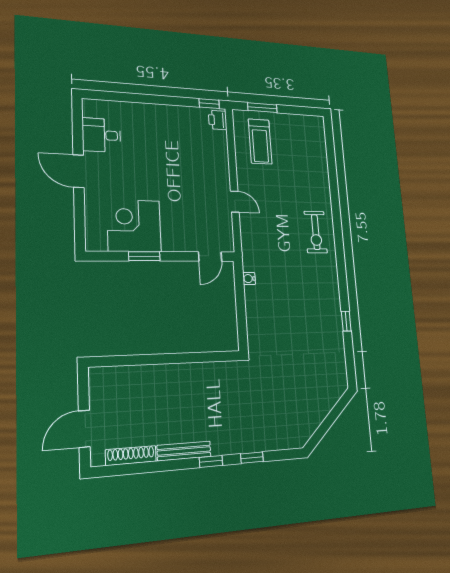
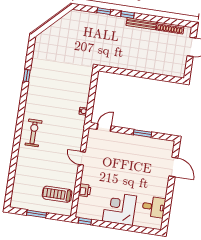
window: (262, 108) -> (37, 214), moved
printer: (218, 120) -> (85, 190), moved
treadmill: (260, 142) -> (57, 194), turned -90
door: (78, 171) -> (173, 167), moved
corner desk: (134, 226) -> (120, 209), moved, turned 180

